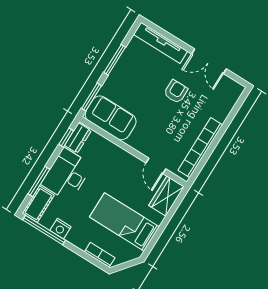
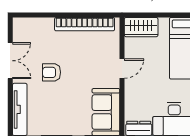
door: (156, 166) -> (122, 69), moved

